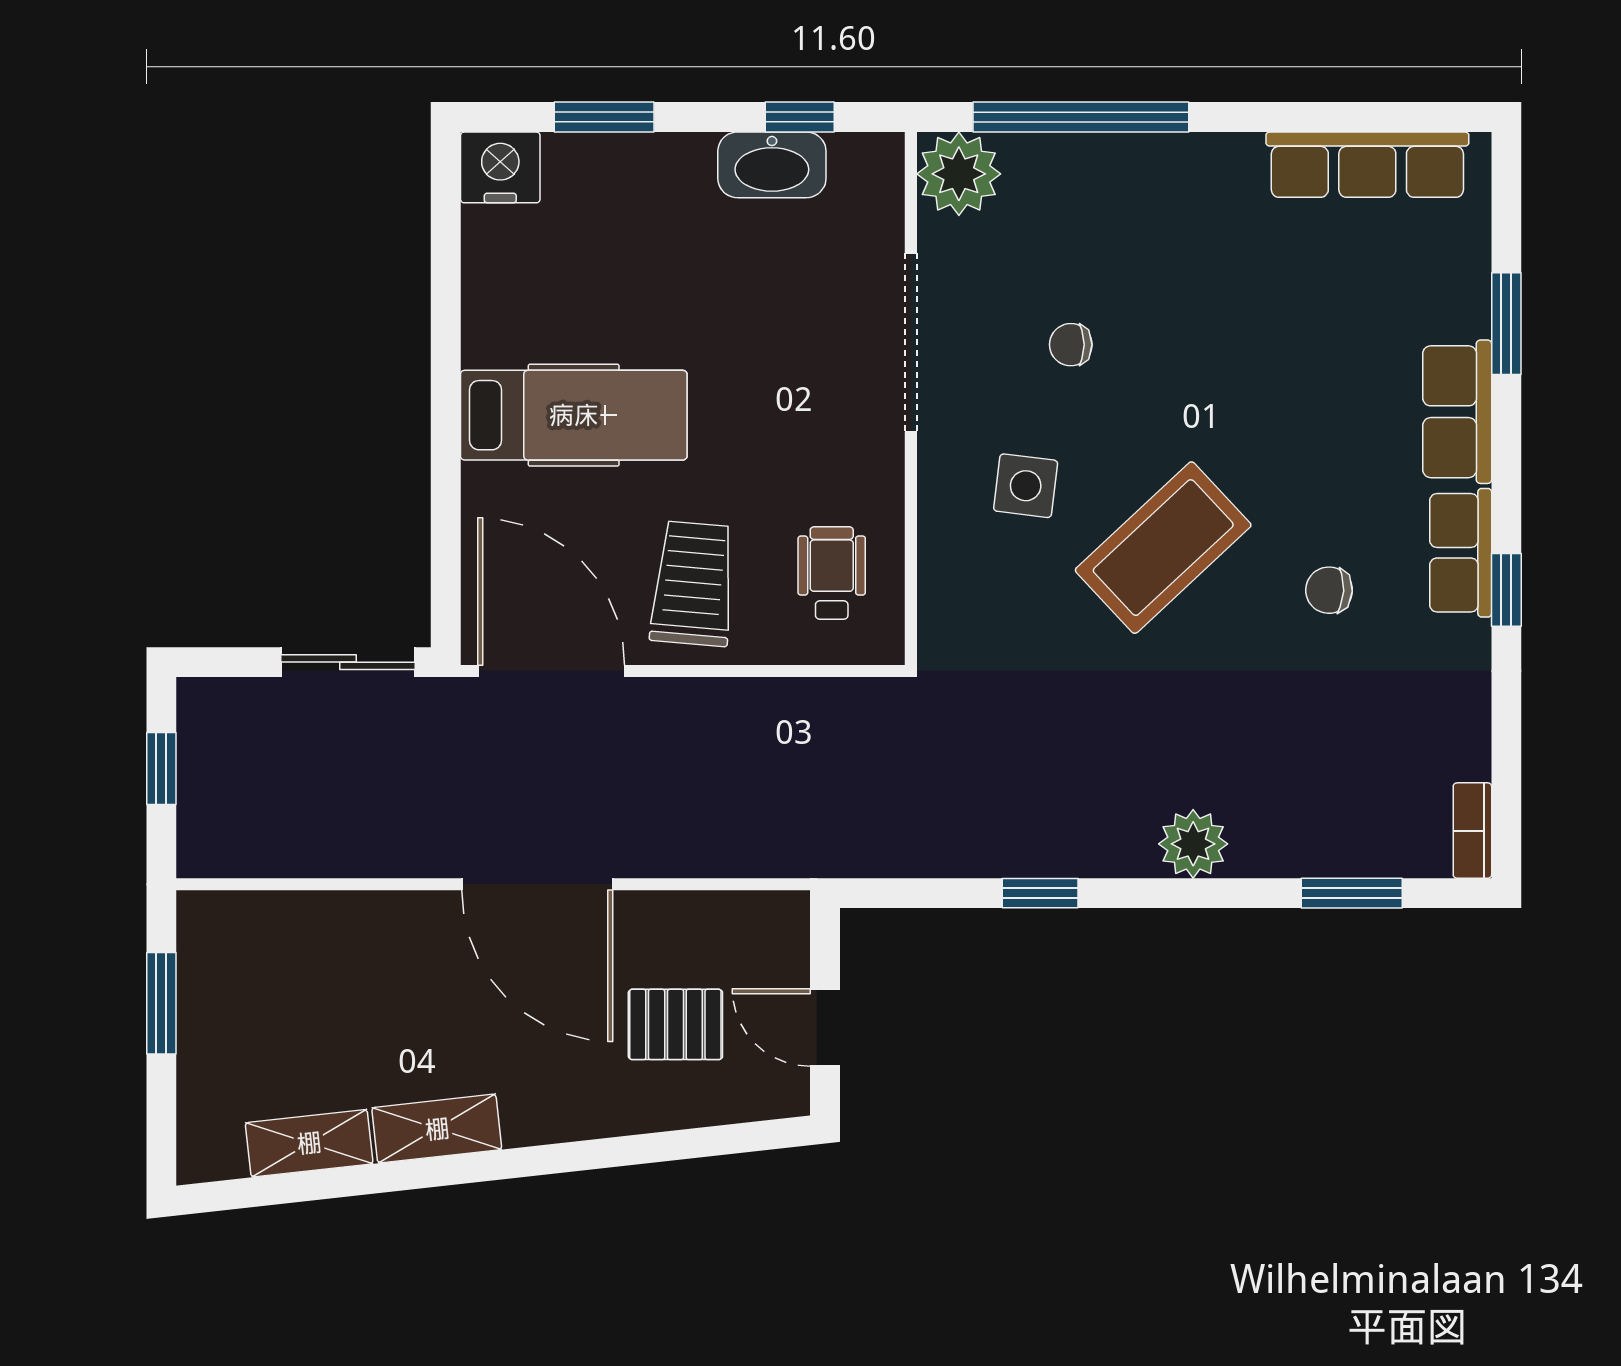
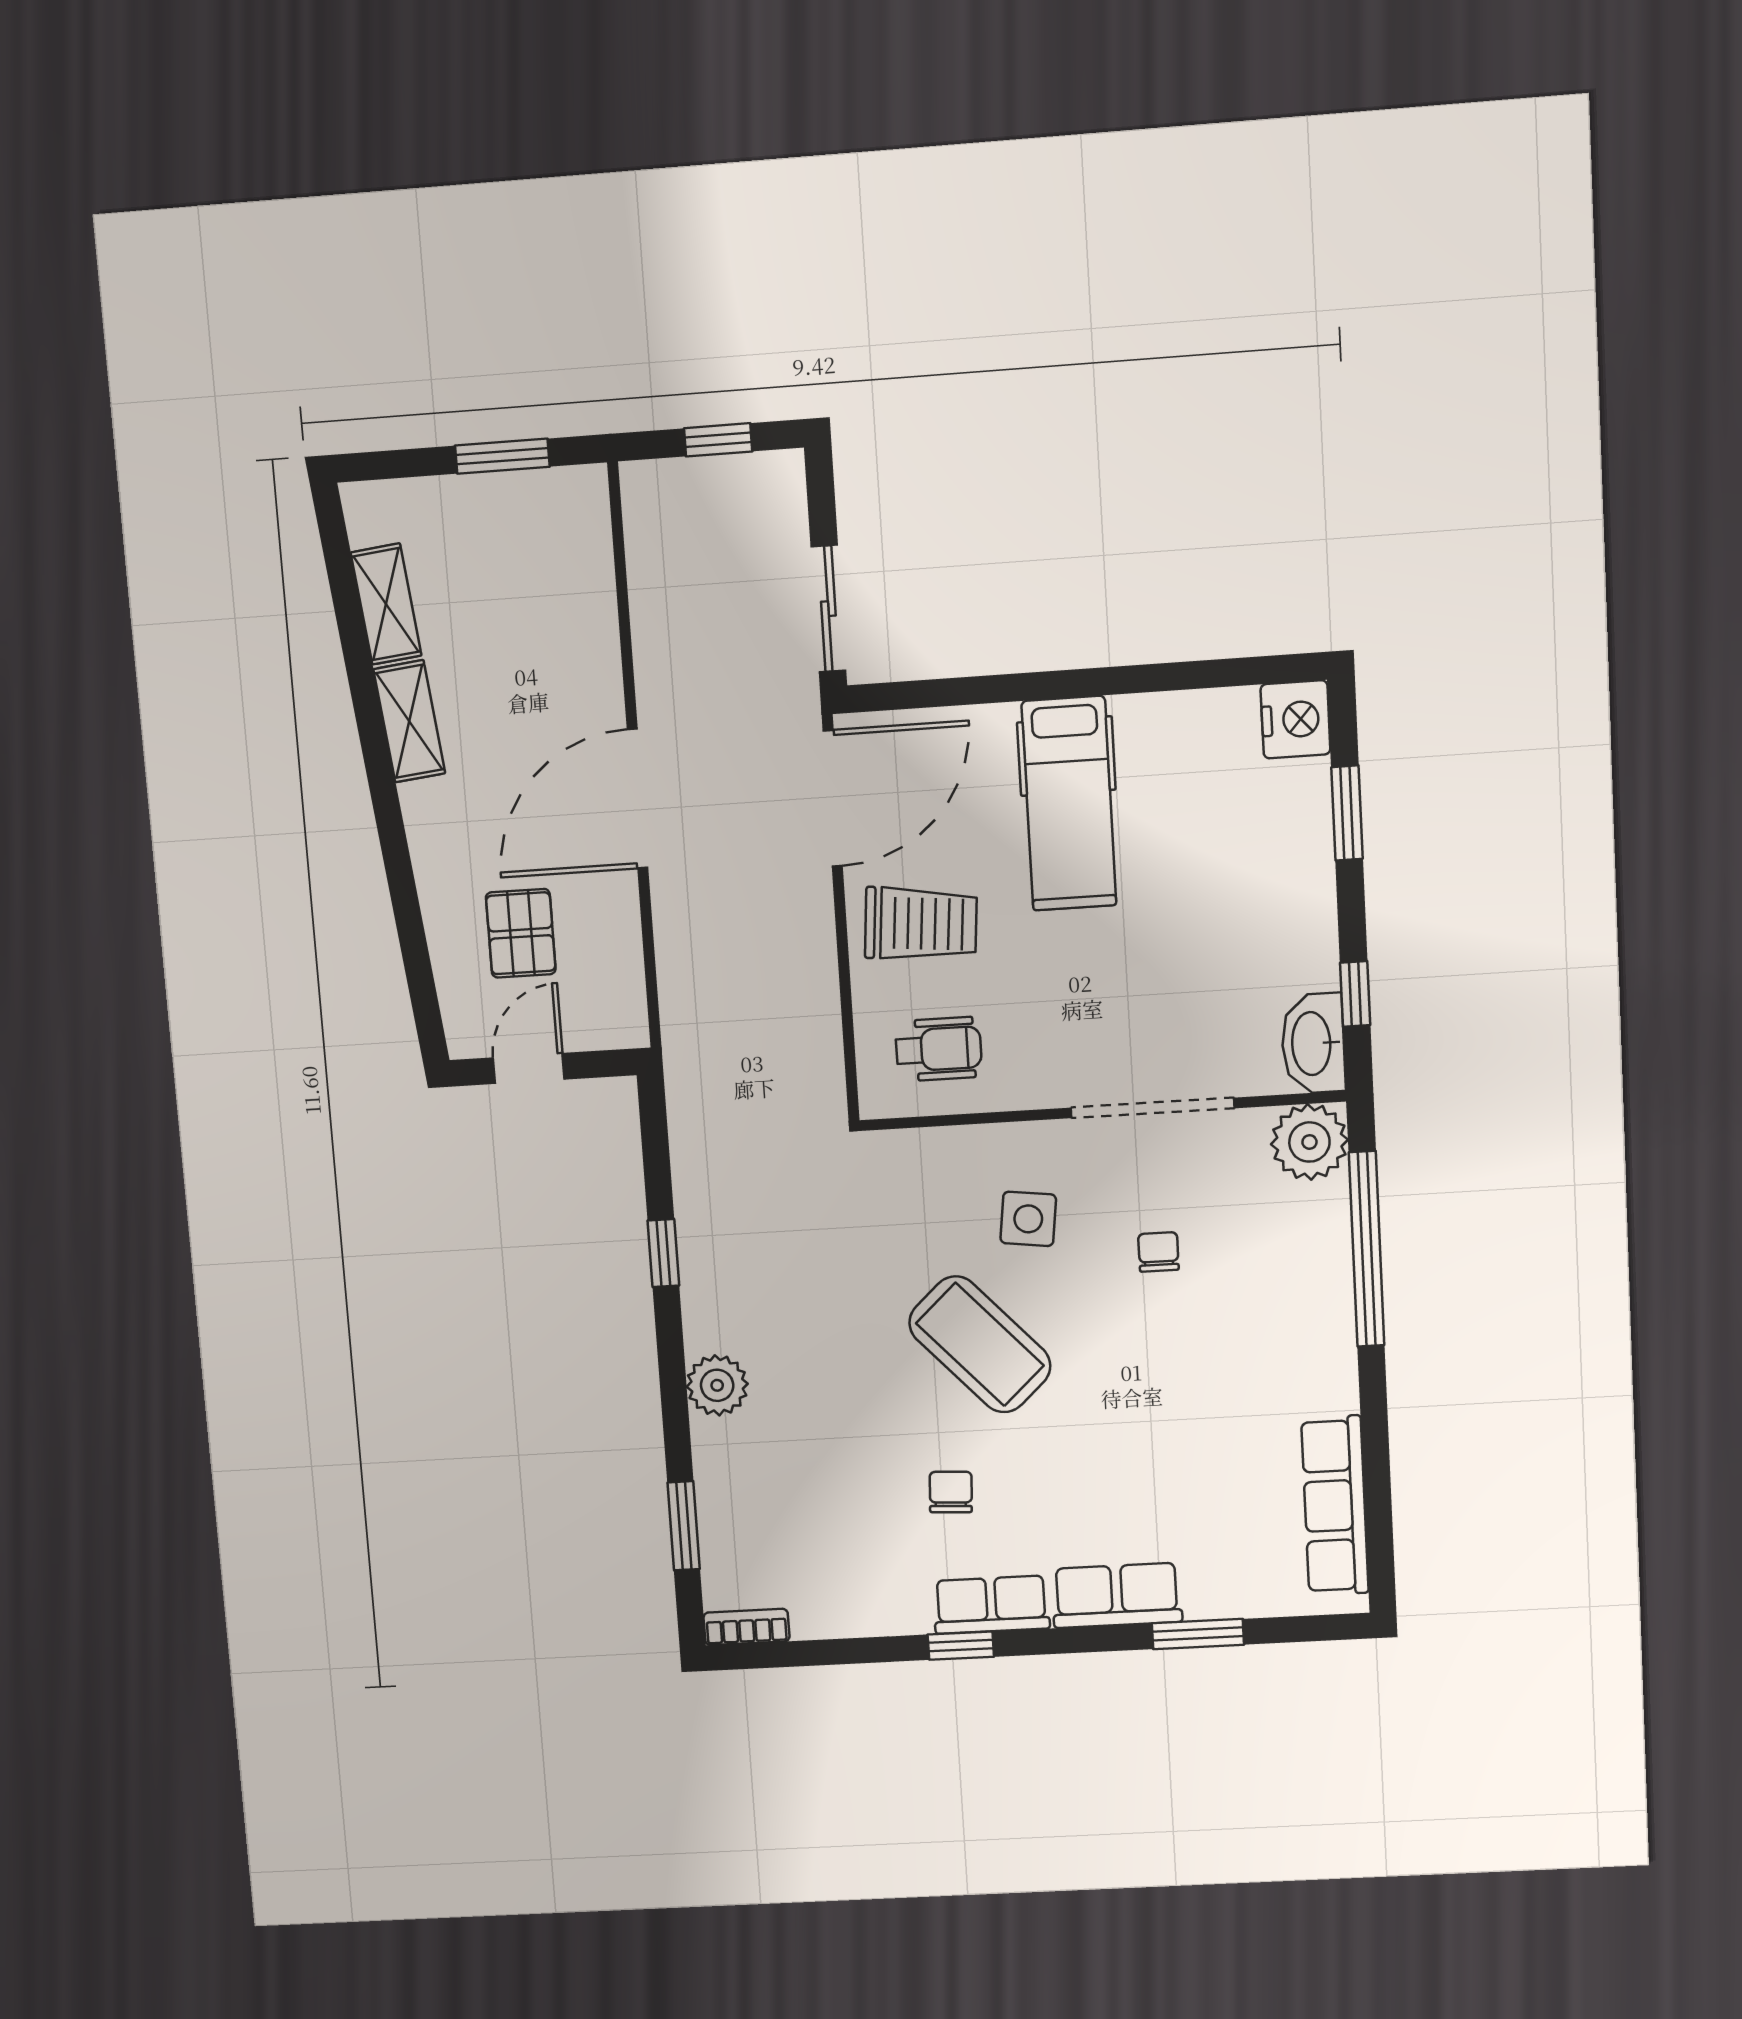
washbasin: (772, 165) -> (1313, 1043), moved

